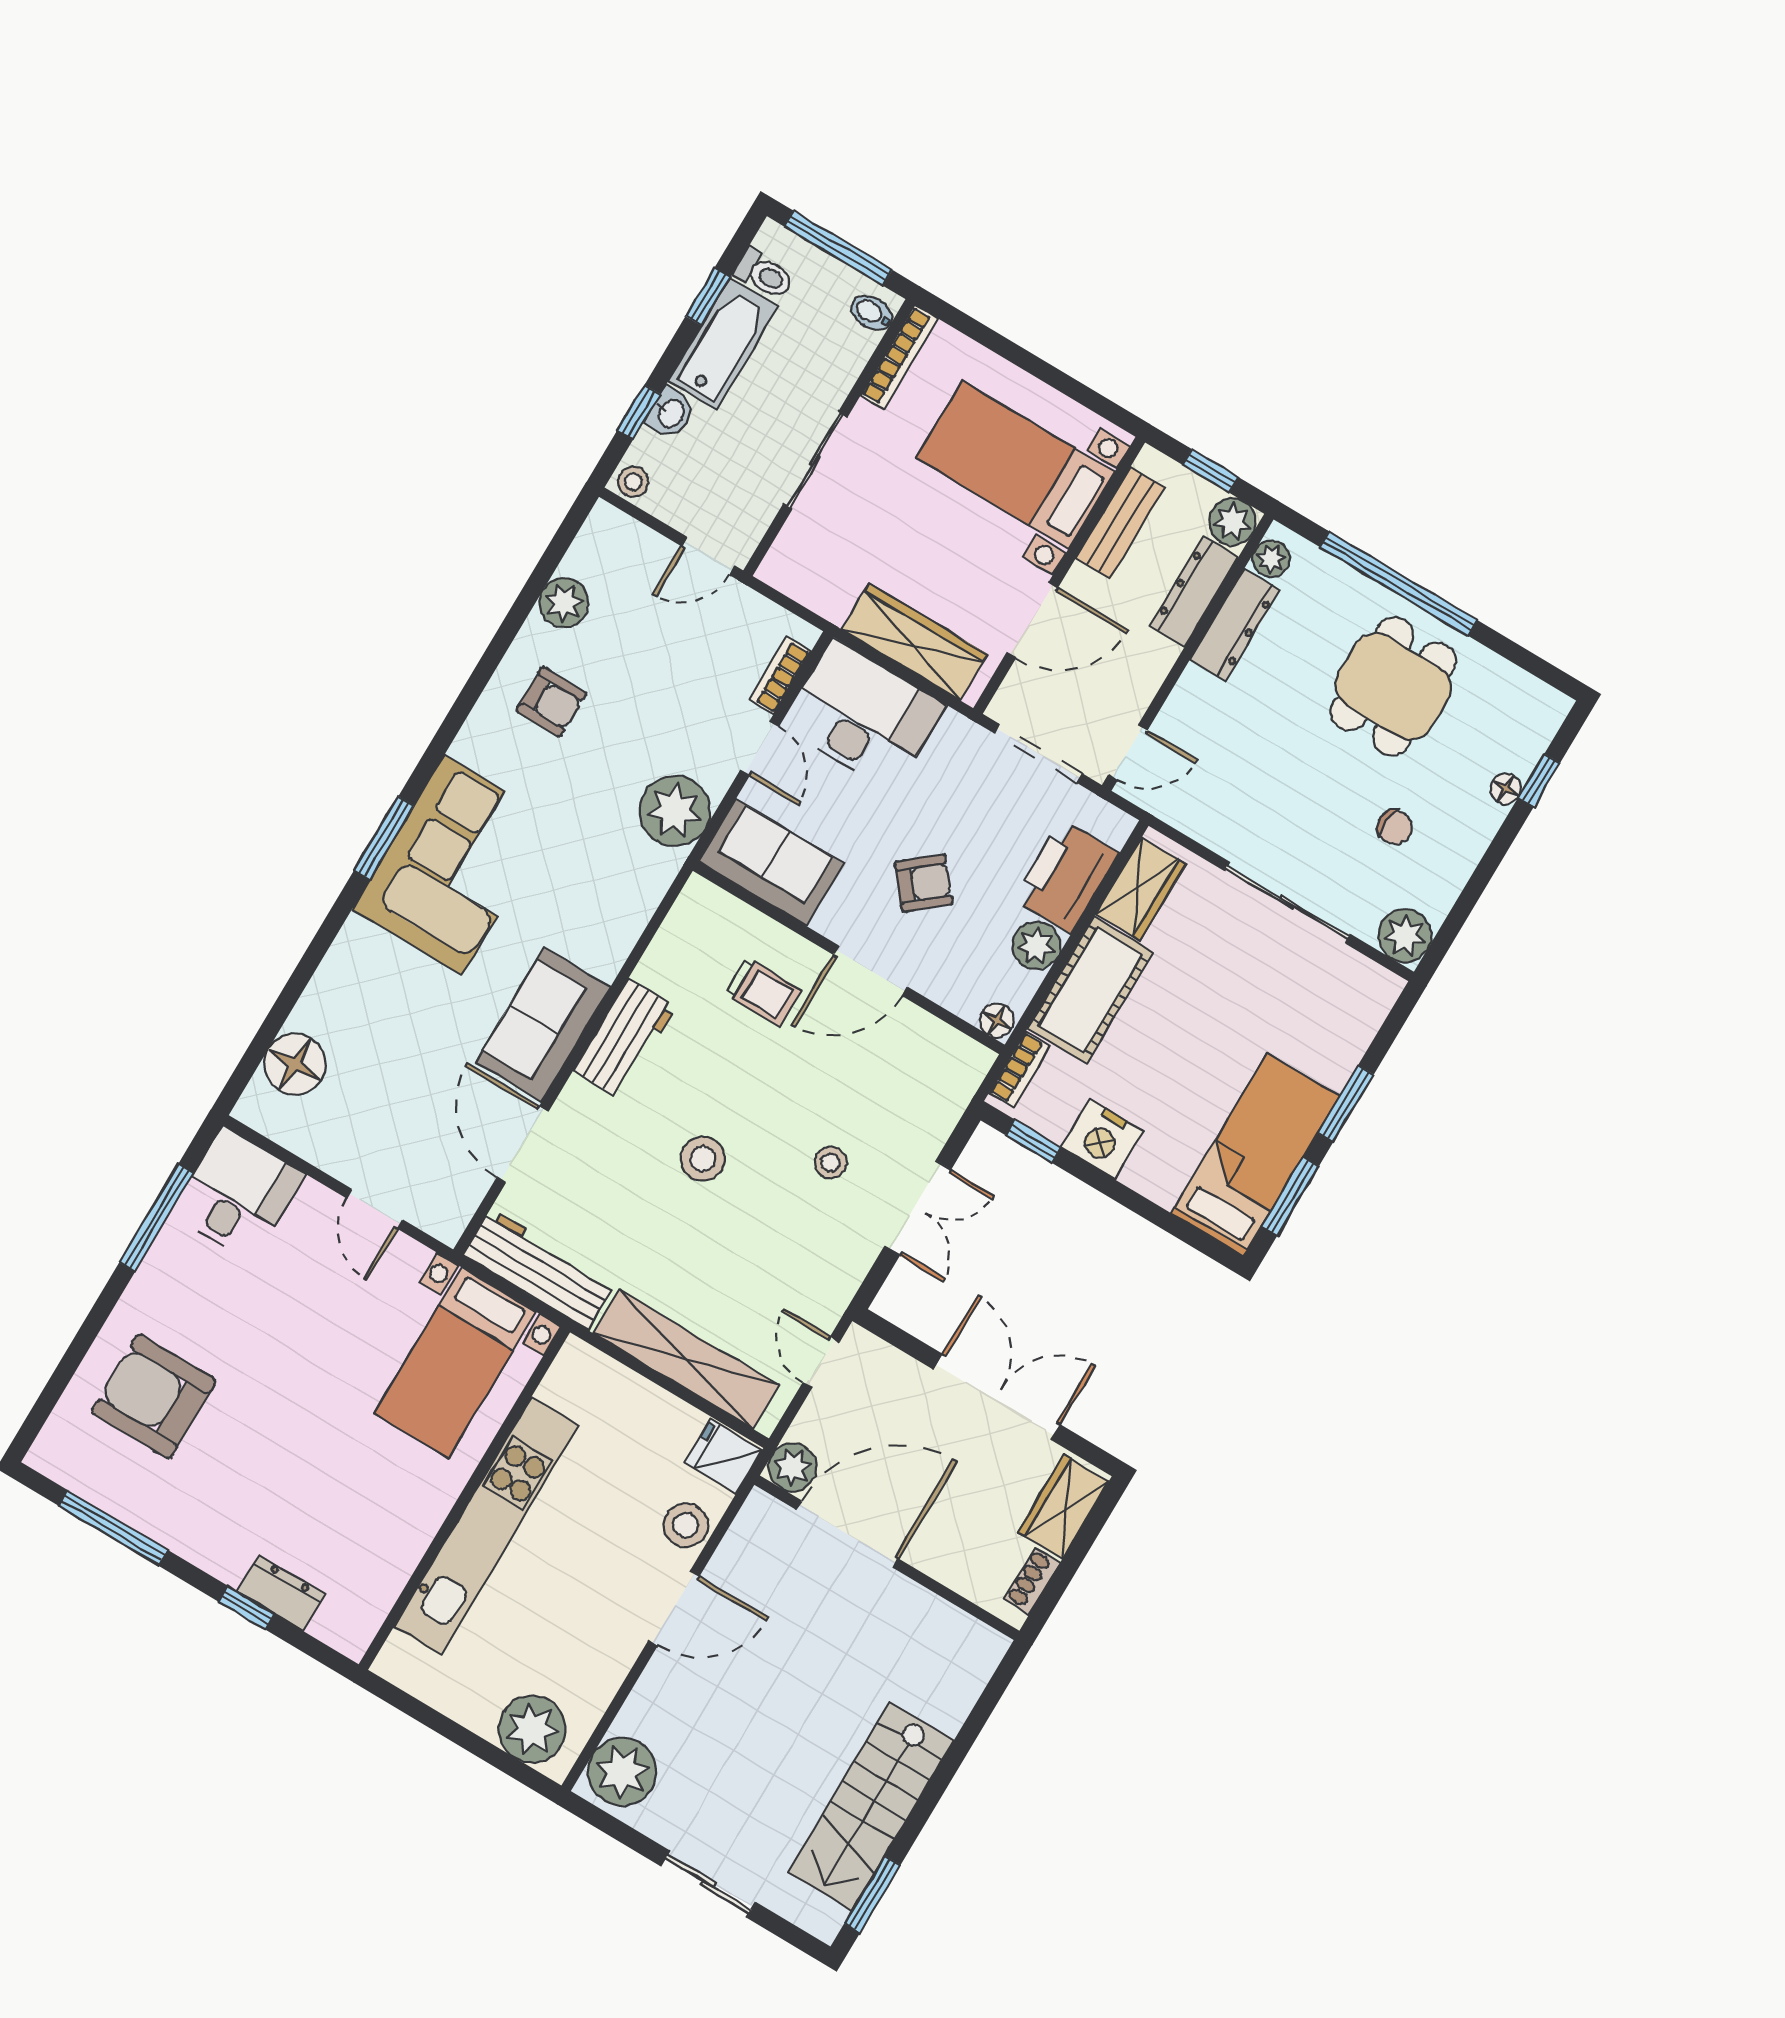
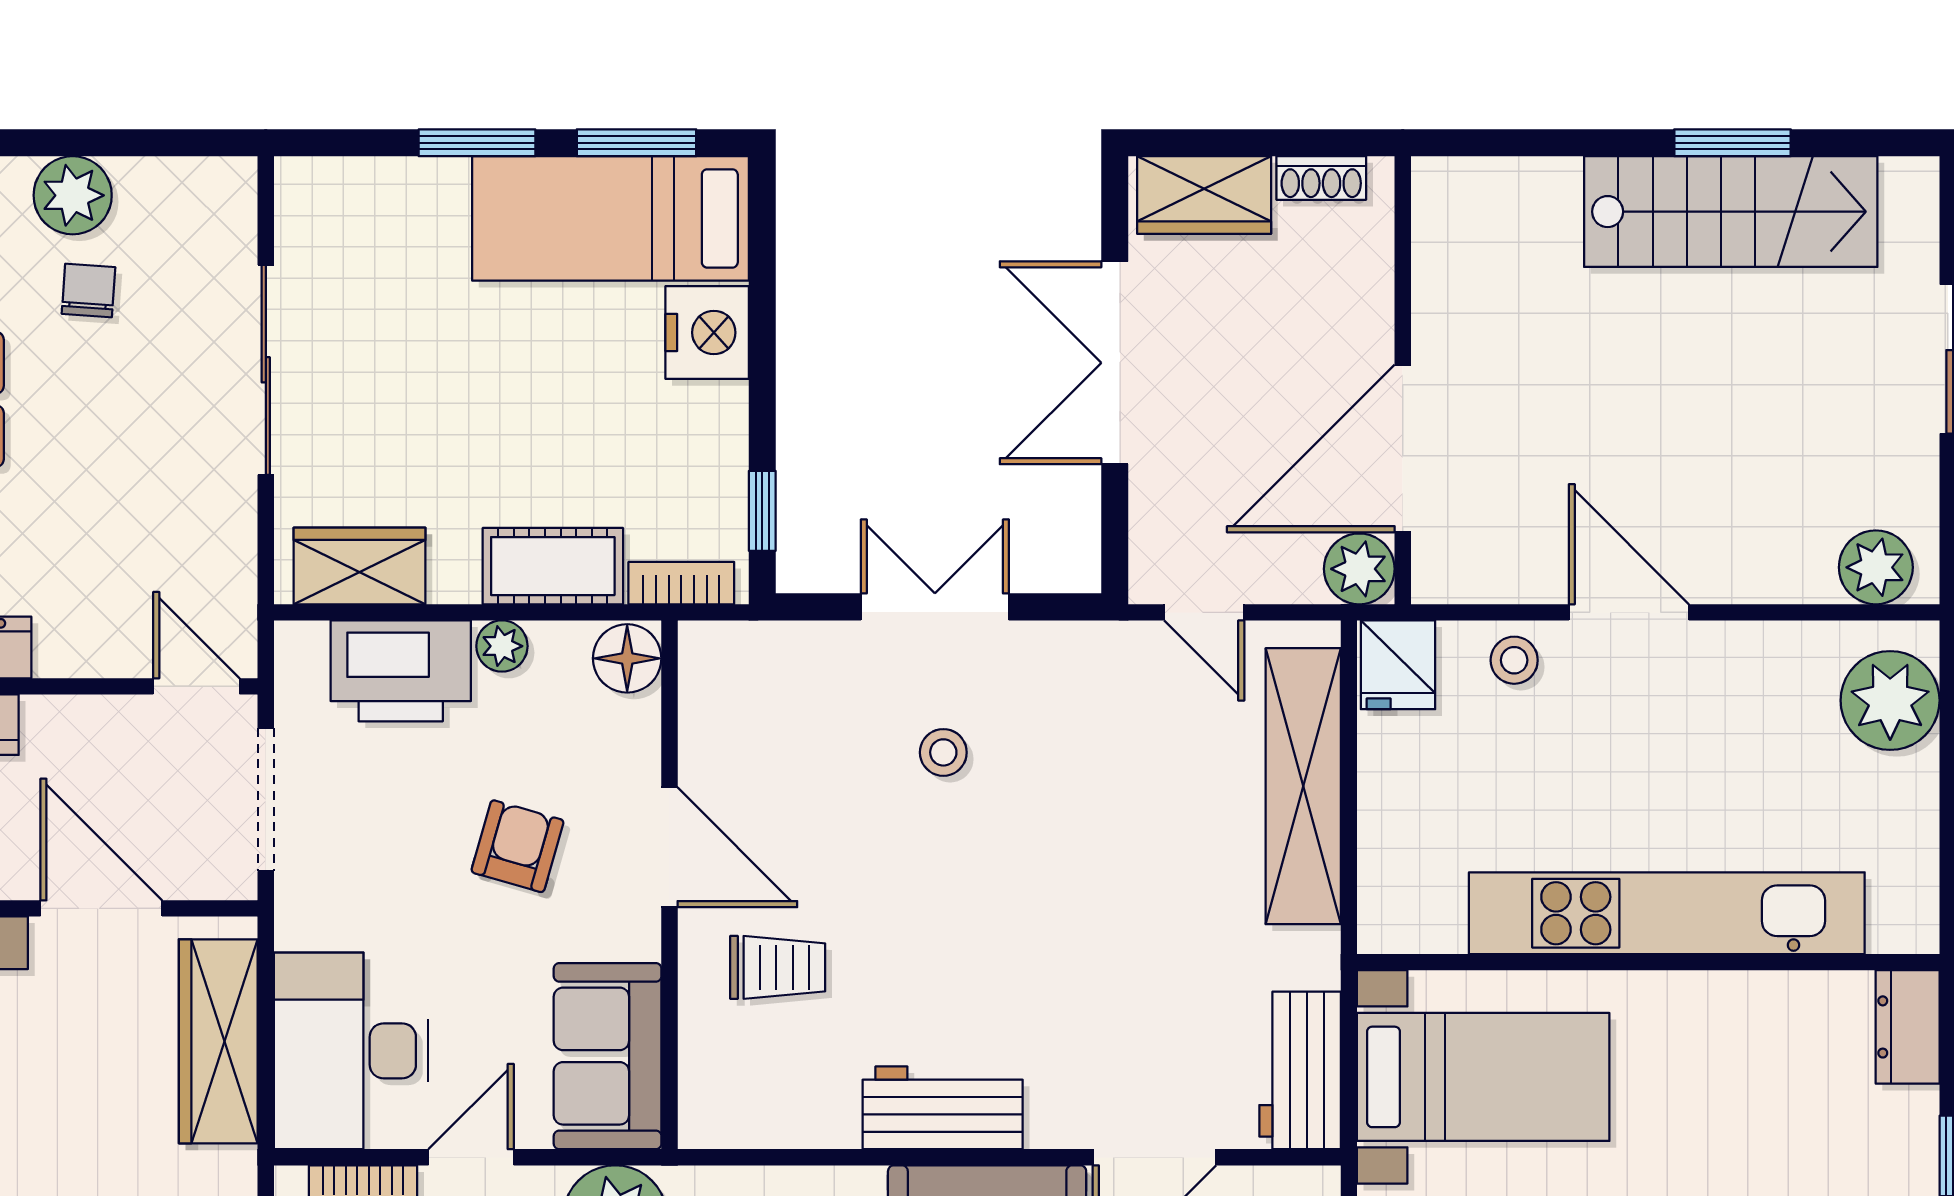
armchair: (924, 883) -> (518, 846), turned 56
plant: (1405, 936) -> (73, 195), moved
plant: (1036, 946) -> (502, 646), width x0.73, depth x0.73
cot: (1090, 990) -> (553, 566), width x0.73, depth x0.75
trolley: (763, 992) -> (778, 967), turned 90
floor lamp: (997, 1020) -> (627, 658), width x1.37, depth x1.37
nightstand: (1102, 1139) -> (707, 333), moved
stool: (703, 1159) -> (1036, 917), removed
workbench: (540, 1269) -> (1300, 1070), width x0.73
door: (821, 1362) -> (1204, 612), hinge flipped
stool: (686, 1525) -> (1514, 660), width x0.73, depth x0.73
door: (847, 1534) -> (1403, 448), hinge flipped
dresser: (281, 1593) -> (1908, 1027), moved
plant: (622, 1772) -> (1876, 567), width x0.73, depth x0.73
window: (872, 1894) -> (1732, 143), moved

